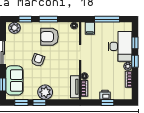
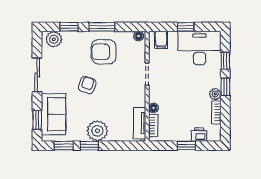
window: (107, 19) -> (186, 27), width x0.46
desk: (120, 46) -> (200, 48), moved, turned -90
printer: (105, 95) -> (199, 135), moved

